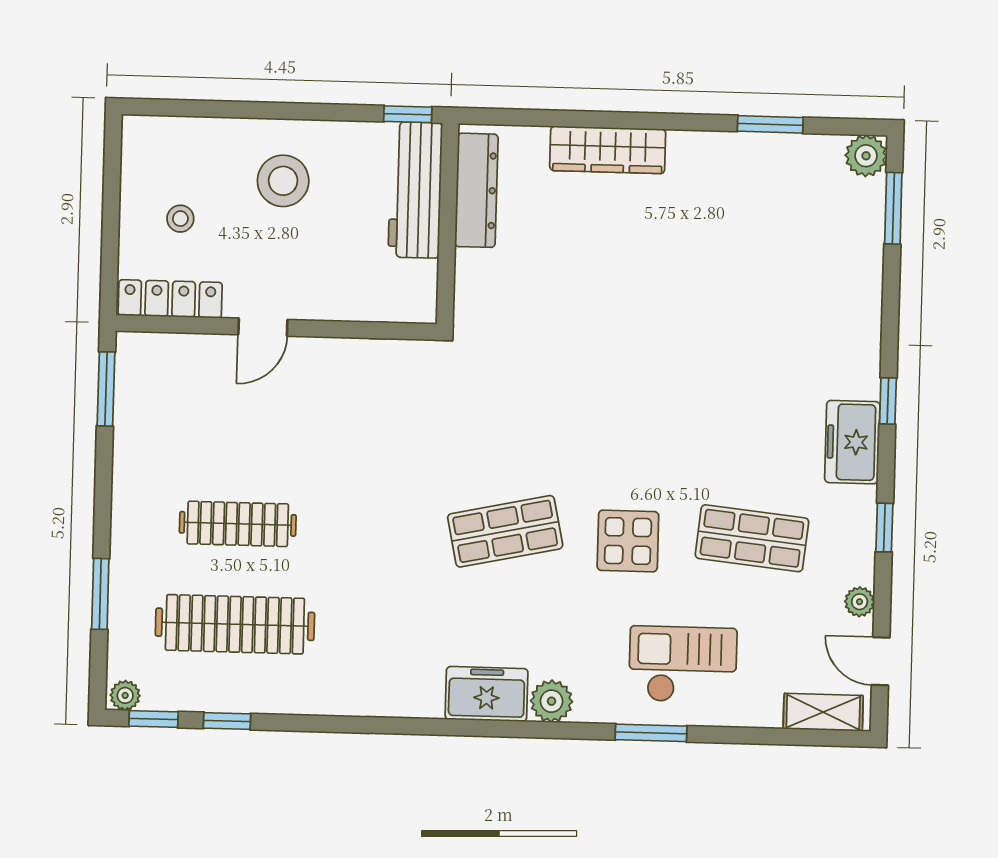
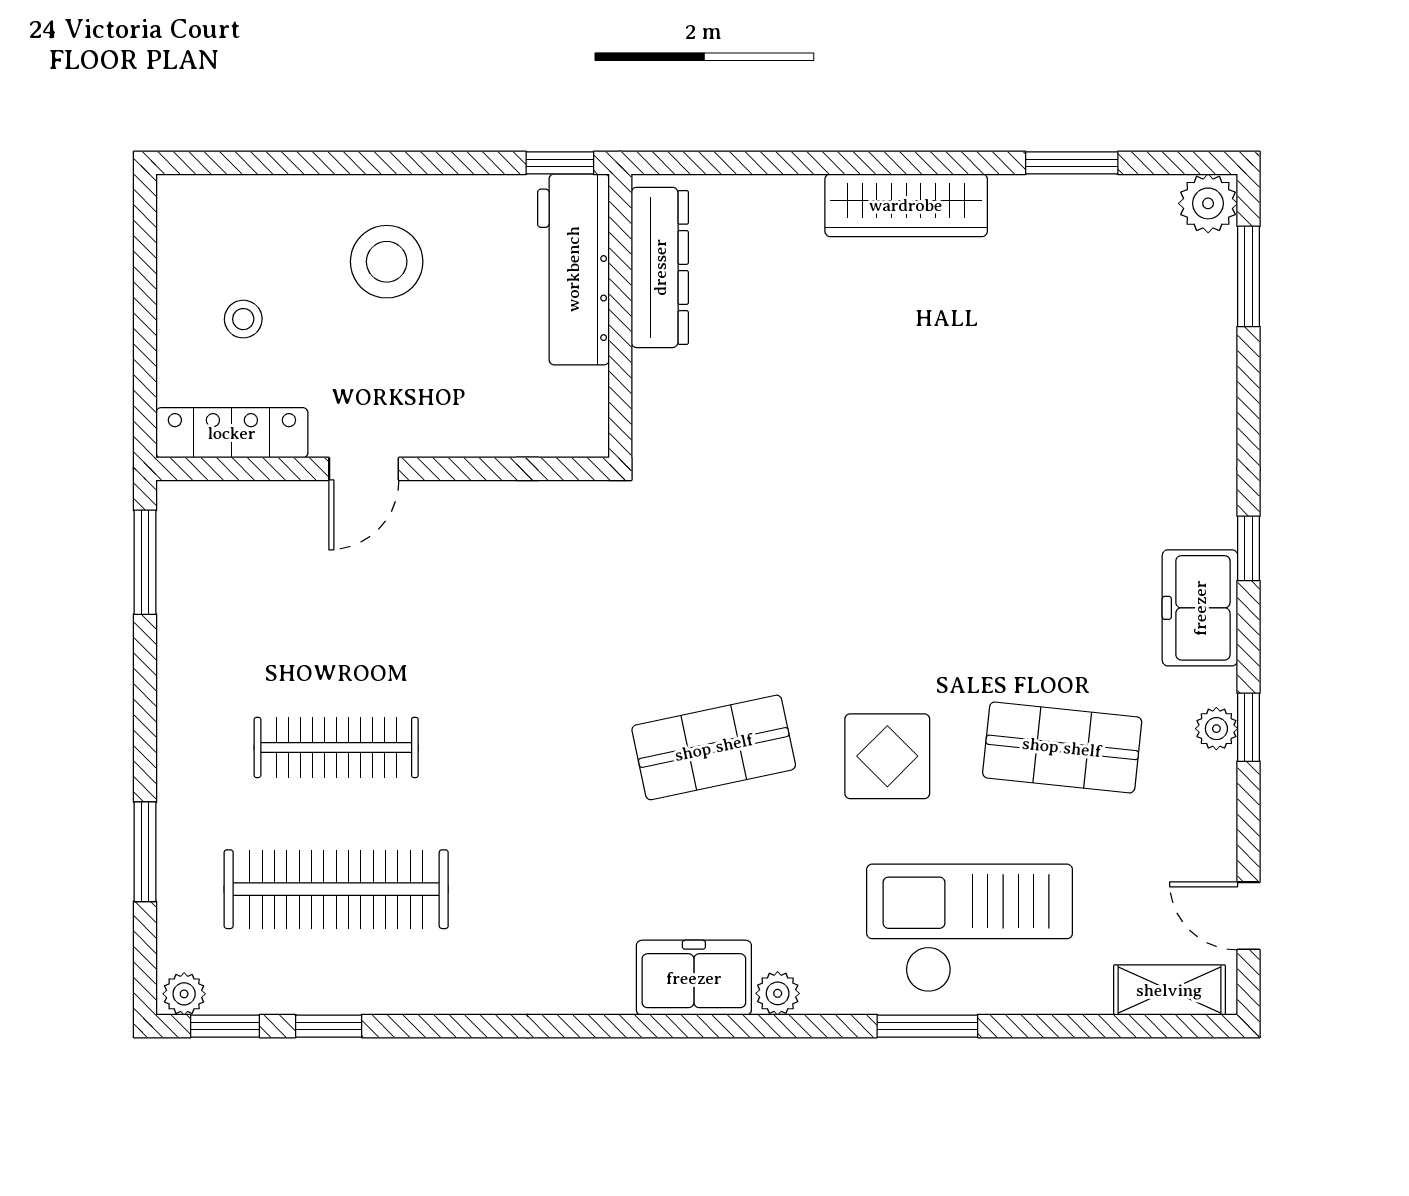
wardrobe: (608, 150) -> (906, 205), moved
plant: (860, 602) -> (1216, 729), moved
checkout: (683, 665) -> (970, 928), width x1.36, depth x1.21
plant: (552, 701) -> (778, 993), width x0.73, depth x0.73

